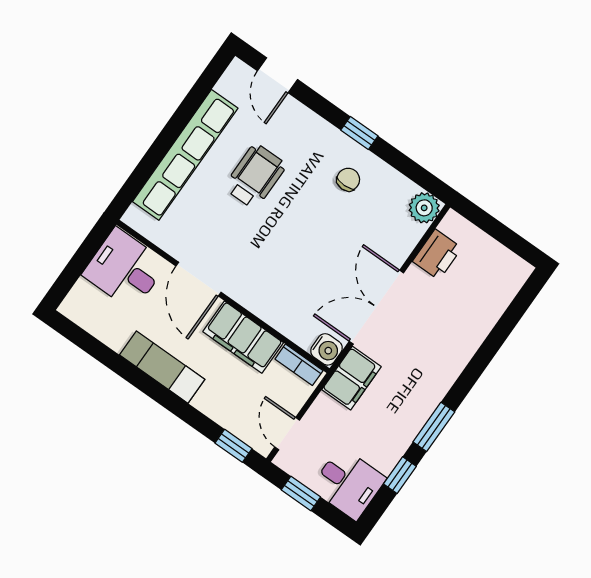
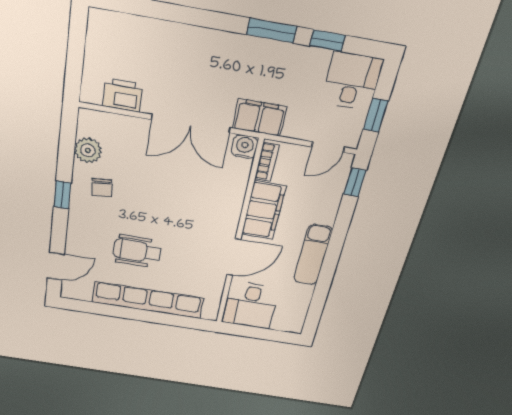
chair: (348, 180) -> (102, 188), turned -96
plant: (424, 208) -> (88, 150), moved

